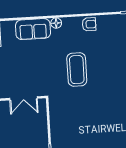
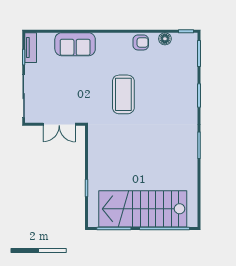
floor lamp: (56, 23) -> (165, 39), moved

